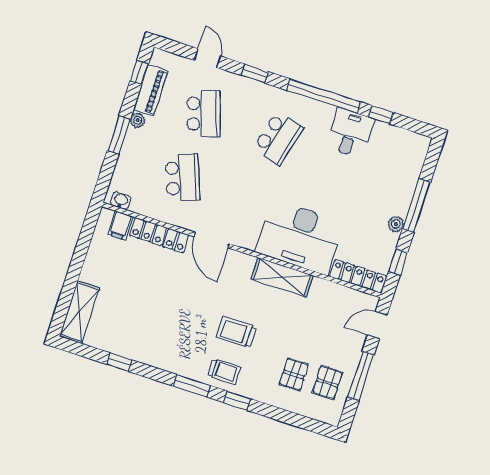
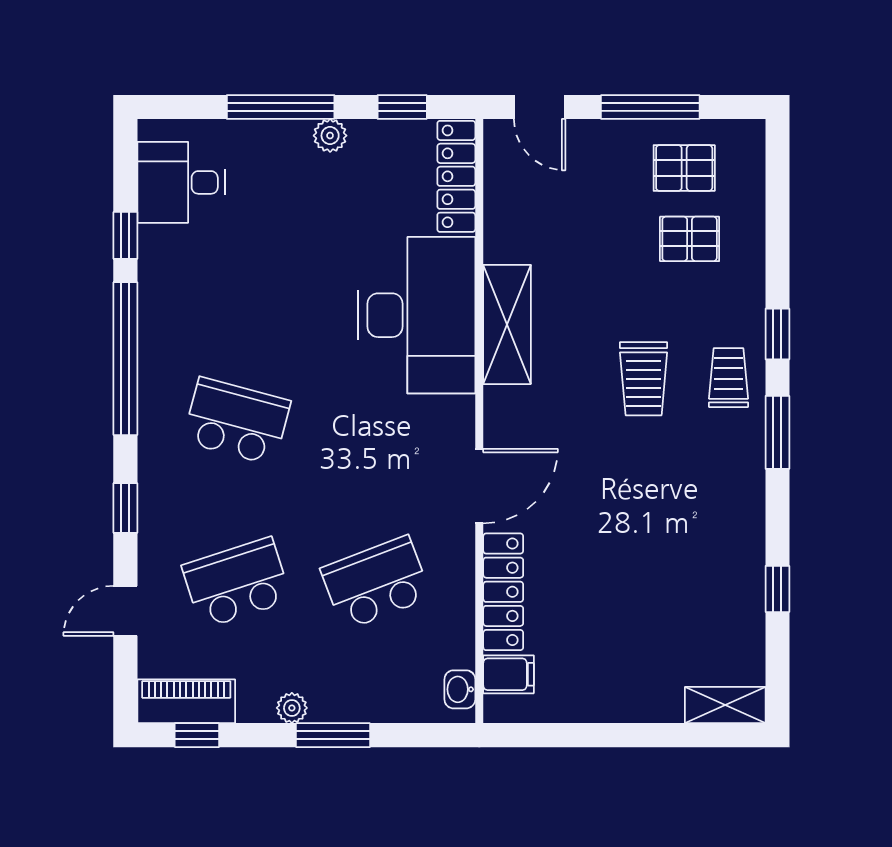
piano: (151, 90) -> (186, 701), moved
desk: (350, 133) -> (181, 182), moved
shelving: (79, 312) -> (725, 705), width x0.67, depth x0.75

